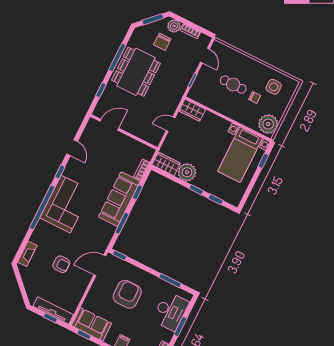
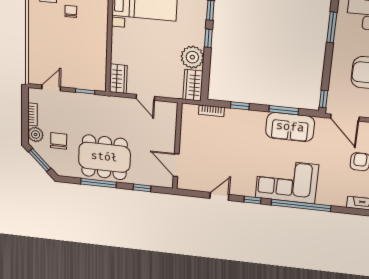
chair: (162, 42) -> (59, 141), turned -90
cafe table: (233, 85) -> (68, 43), removed
sofa: (119, 199) -> (290, 127), moved, width x0.73

